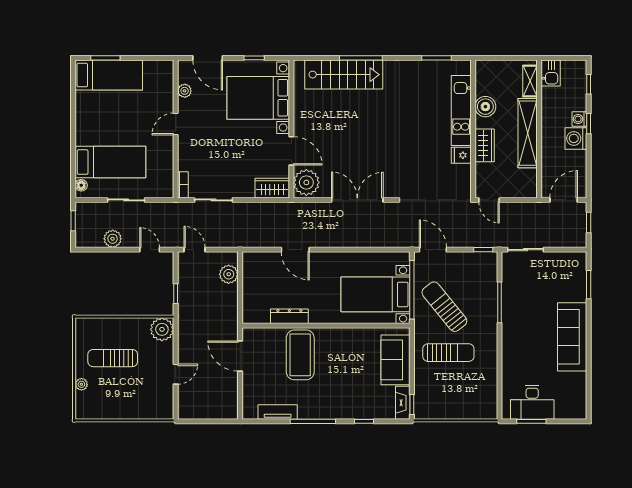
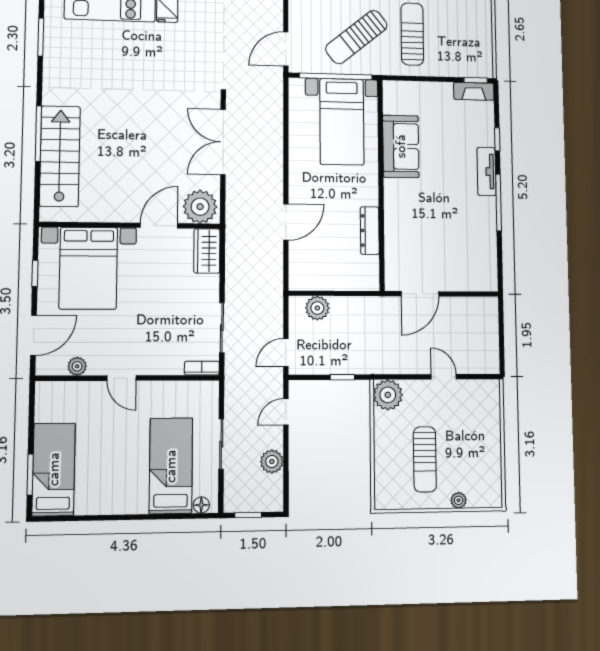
coffee table: (300, 355) -> (418, 217), removed
sofa: (396, 360) -> (401, 146), moved, turned -90
tv unit: (278, 412) -> (486, 171), moved

